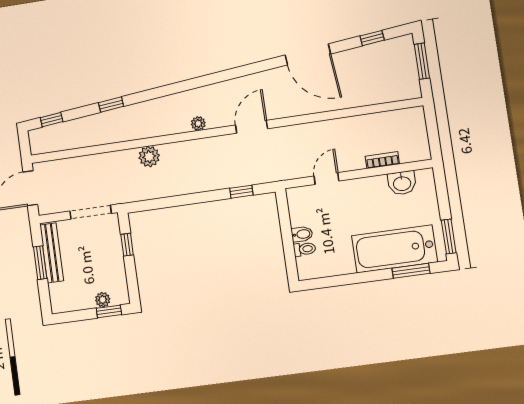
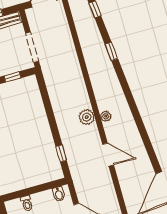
plant: (149, 157) -> (87, 117), moved
bidet: (302, 234) -> (59, 194), moved

